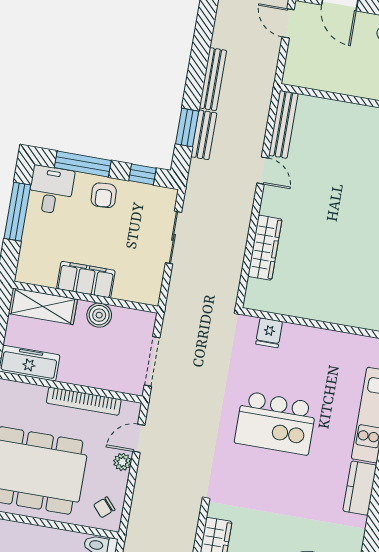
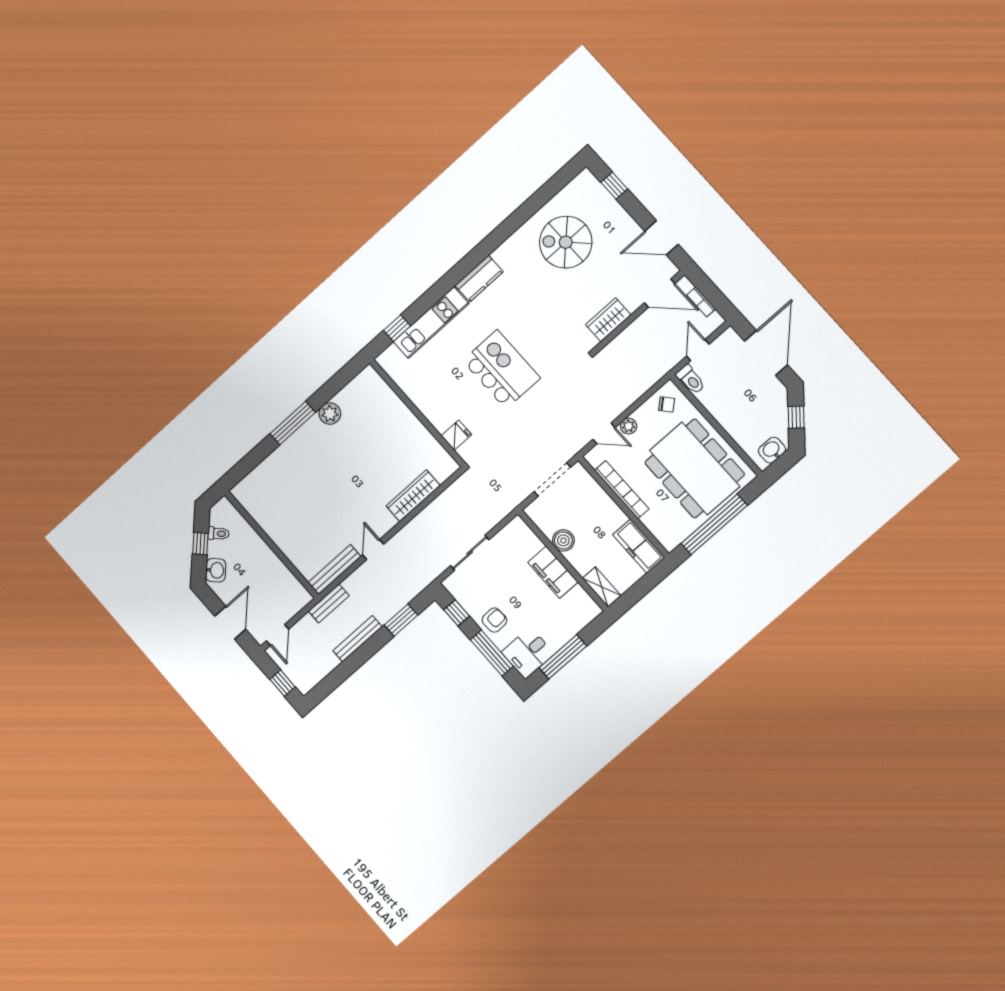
bench: (204, 135) -> (329, 603), moved
shelving: (43, 306) -> (602, 587), width x0.67, depth x0.75

